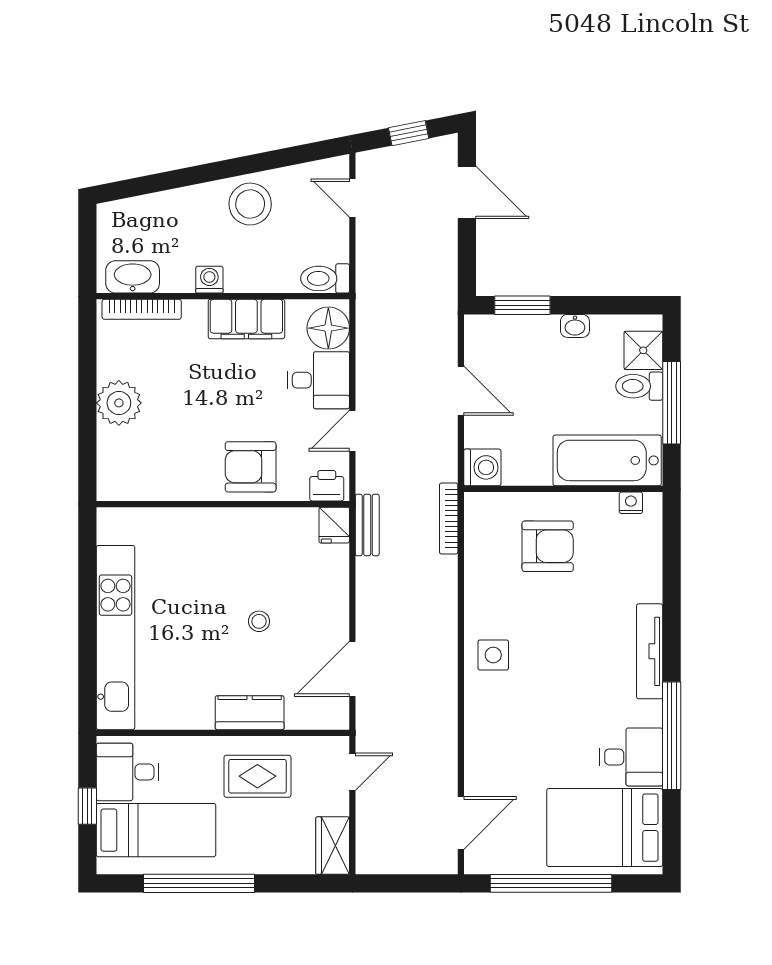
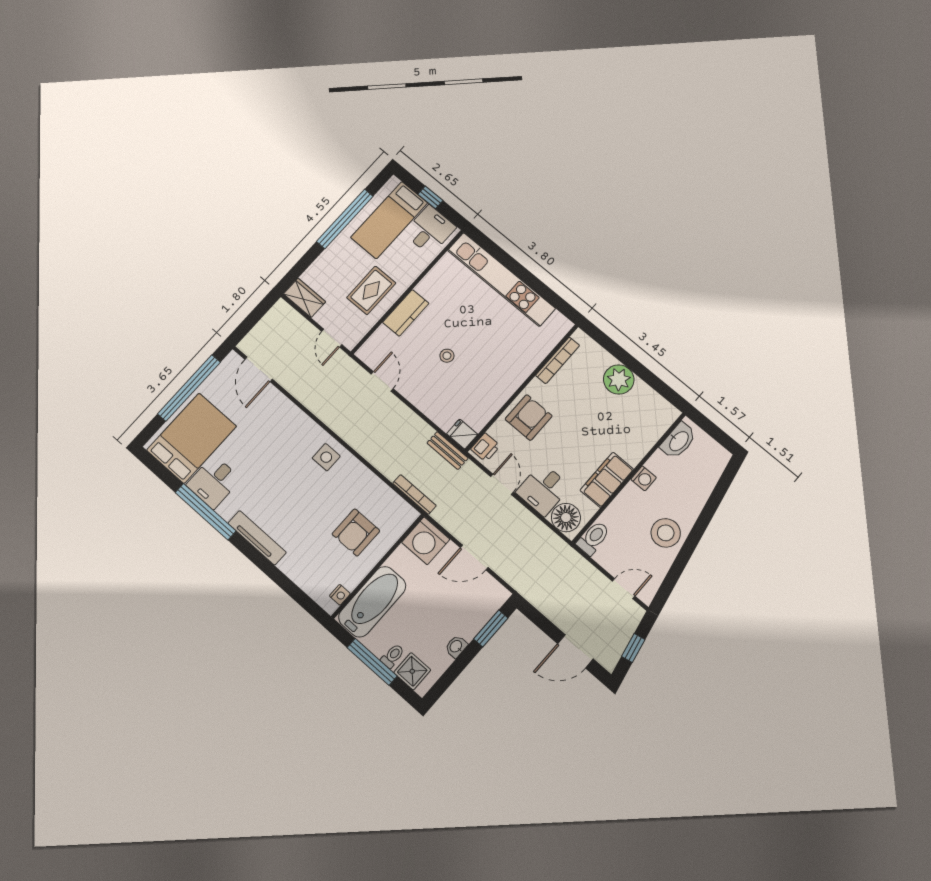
bookcase: (142, 309) -> (558, 360), moved, turned 180
toilet: (639, 386) -> (393, 656), width x0.73, depth x0.72
washing machine: (482, 467) -> (426, 541), width x1.37, depth x1.37
door: (352, 669) -> (382, 381), width x0.73

